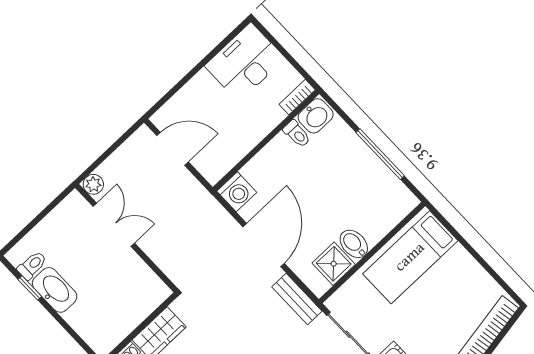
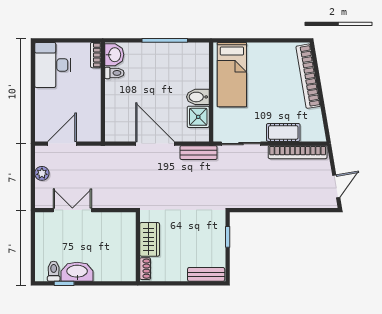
plant: (93, 184) -> (42, 173), moved
washing machine: (237, 192) -> (115, 132), removed

